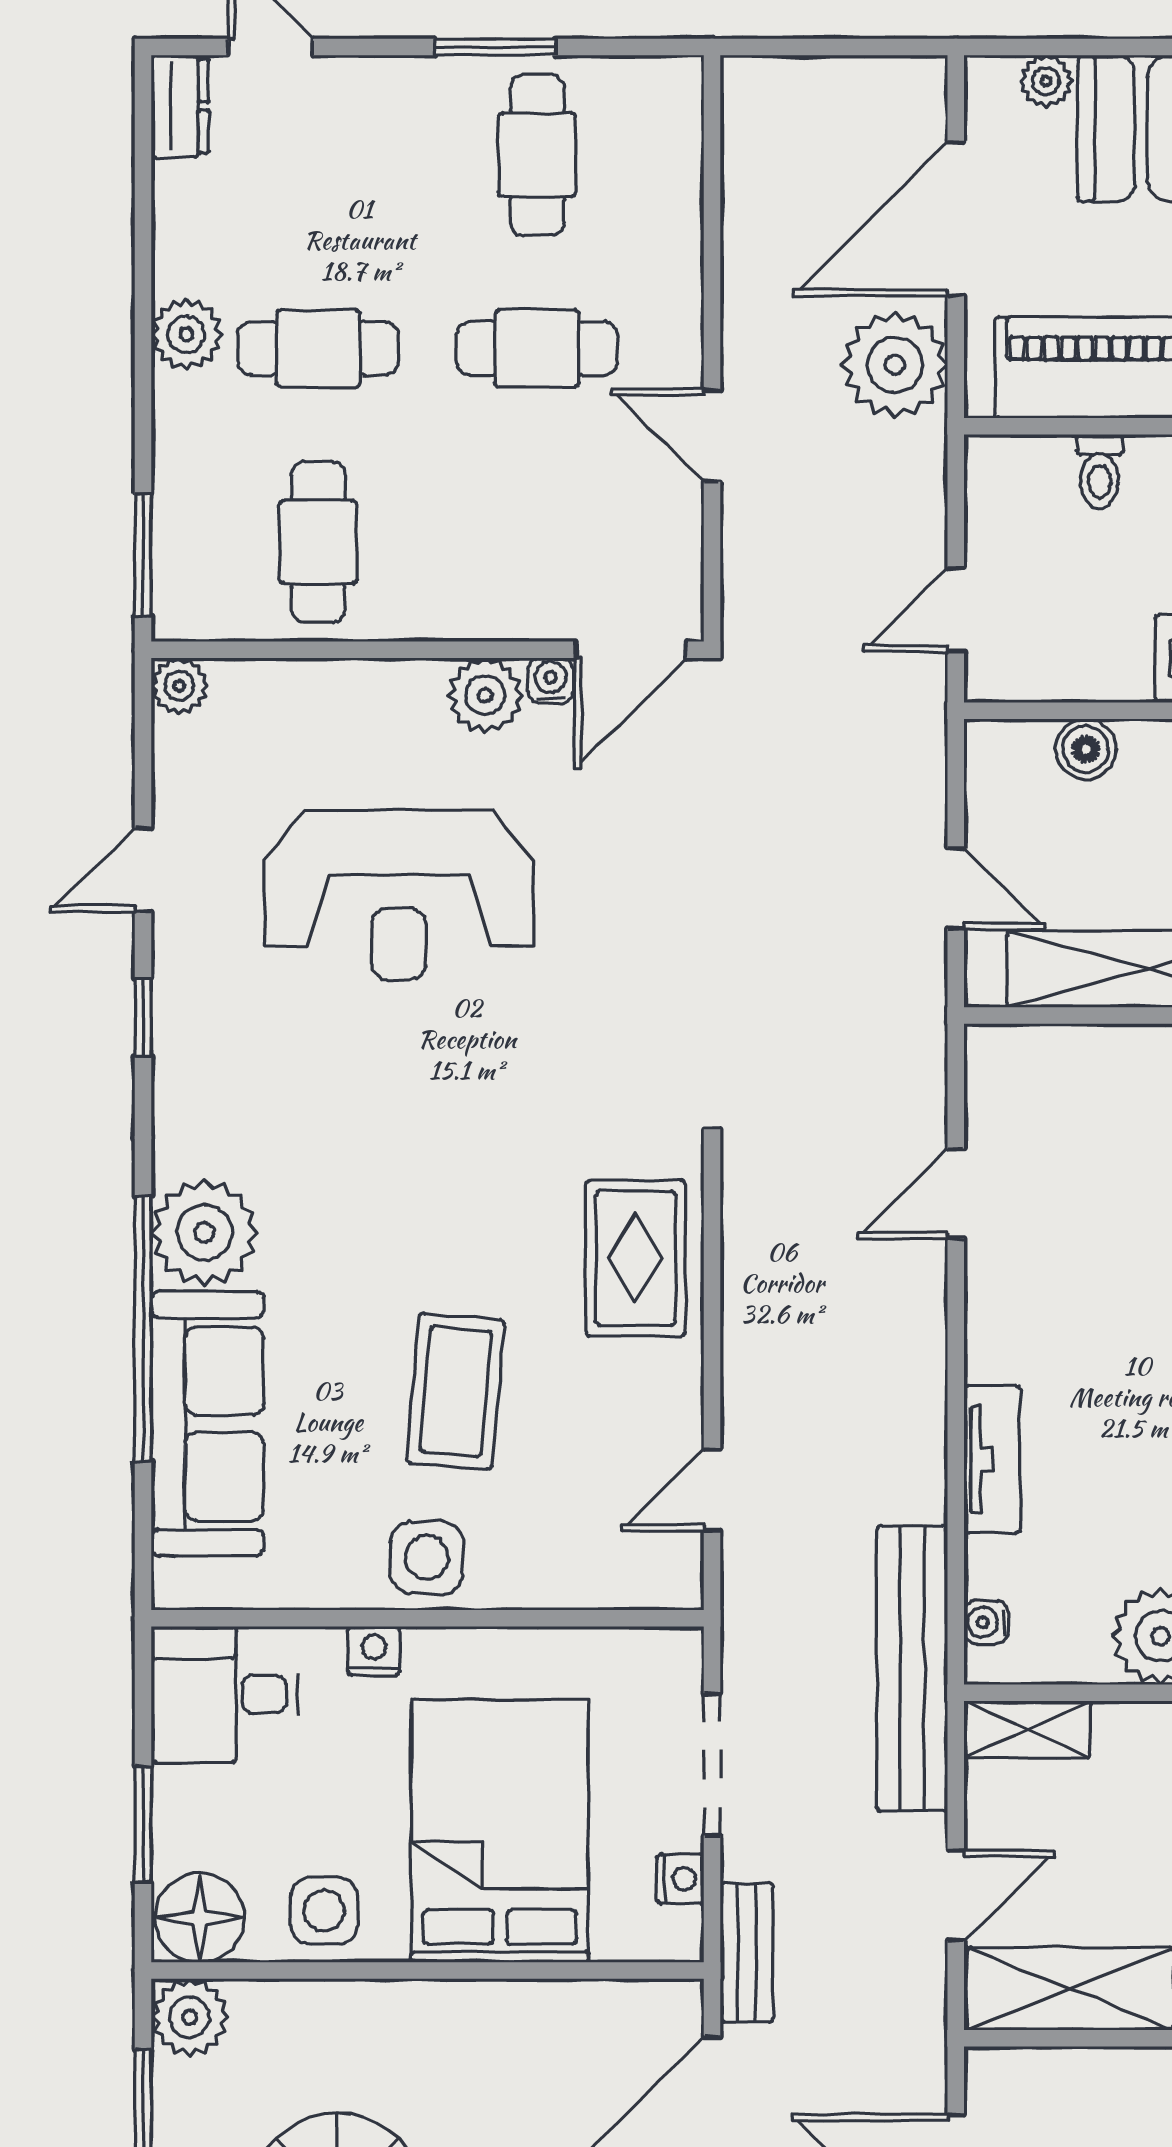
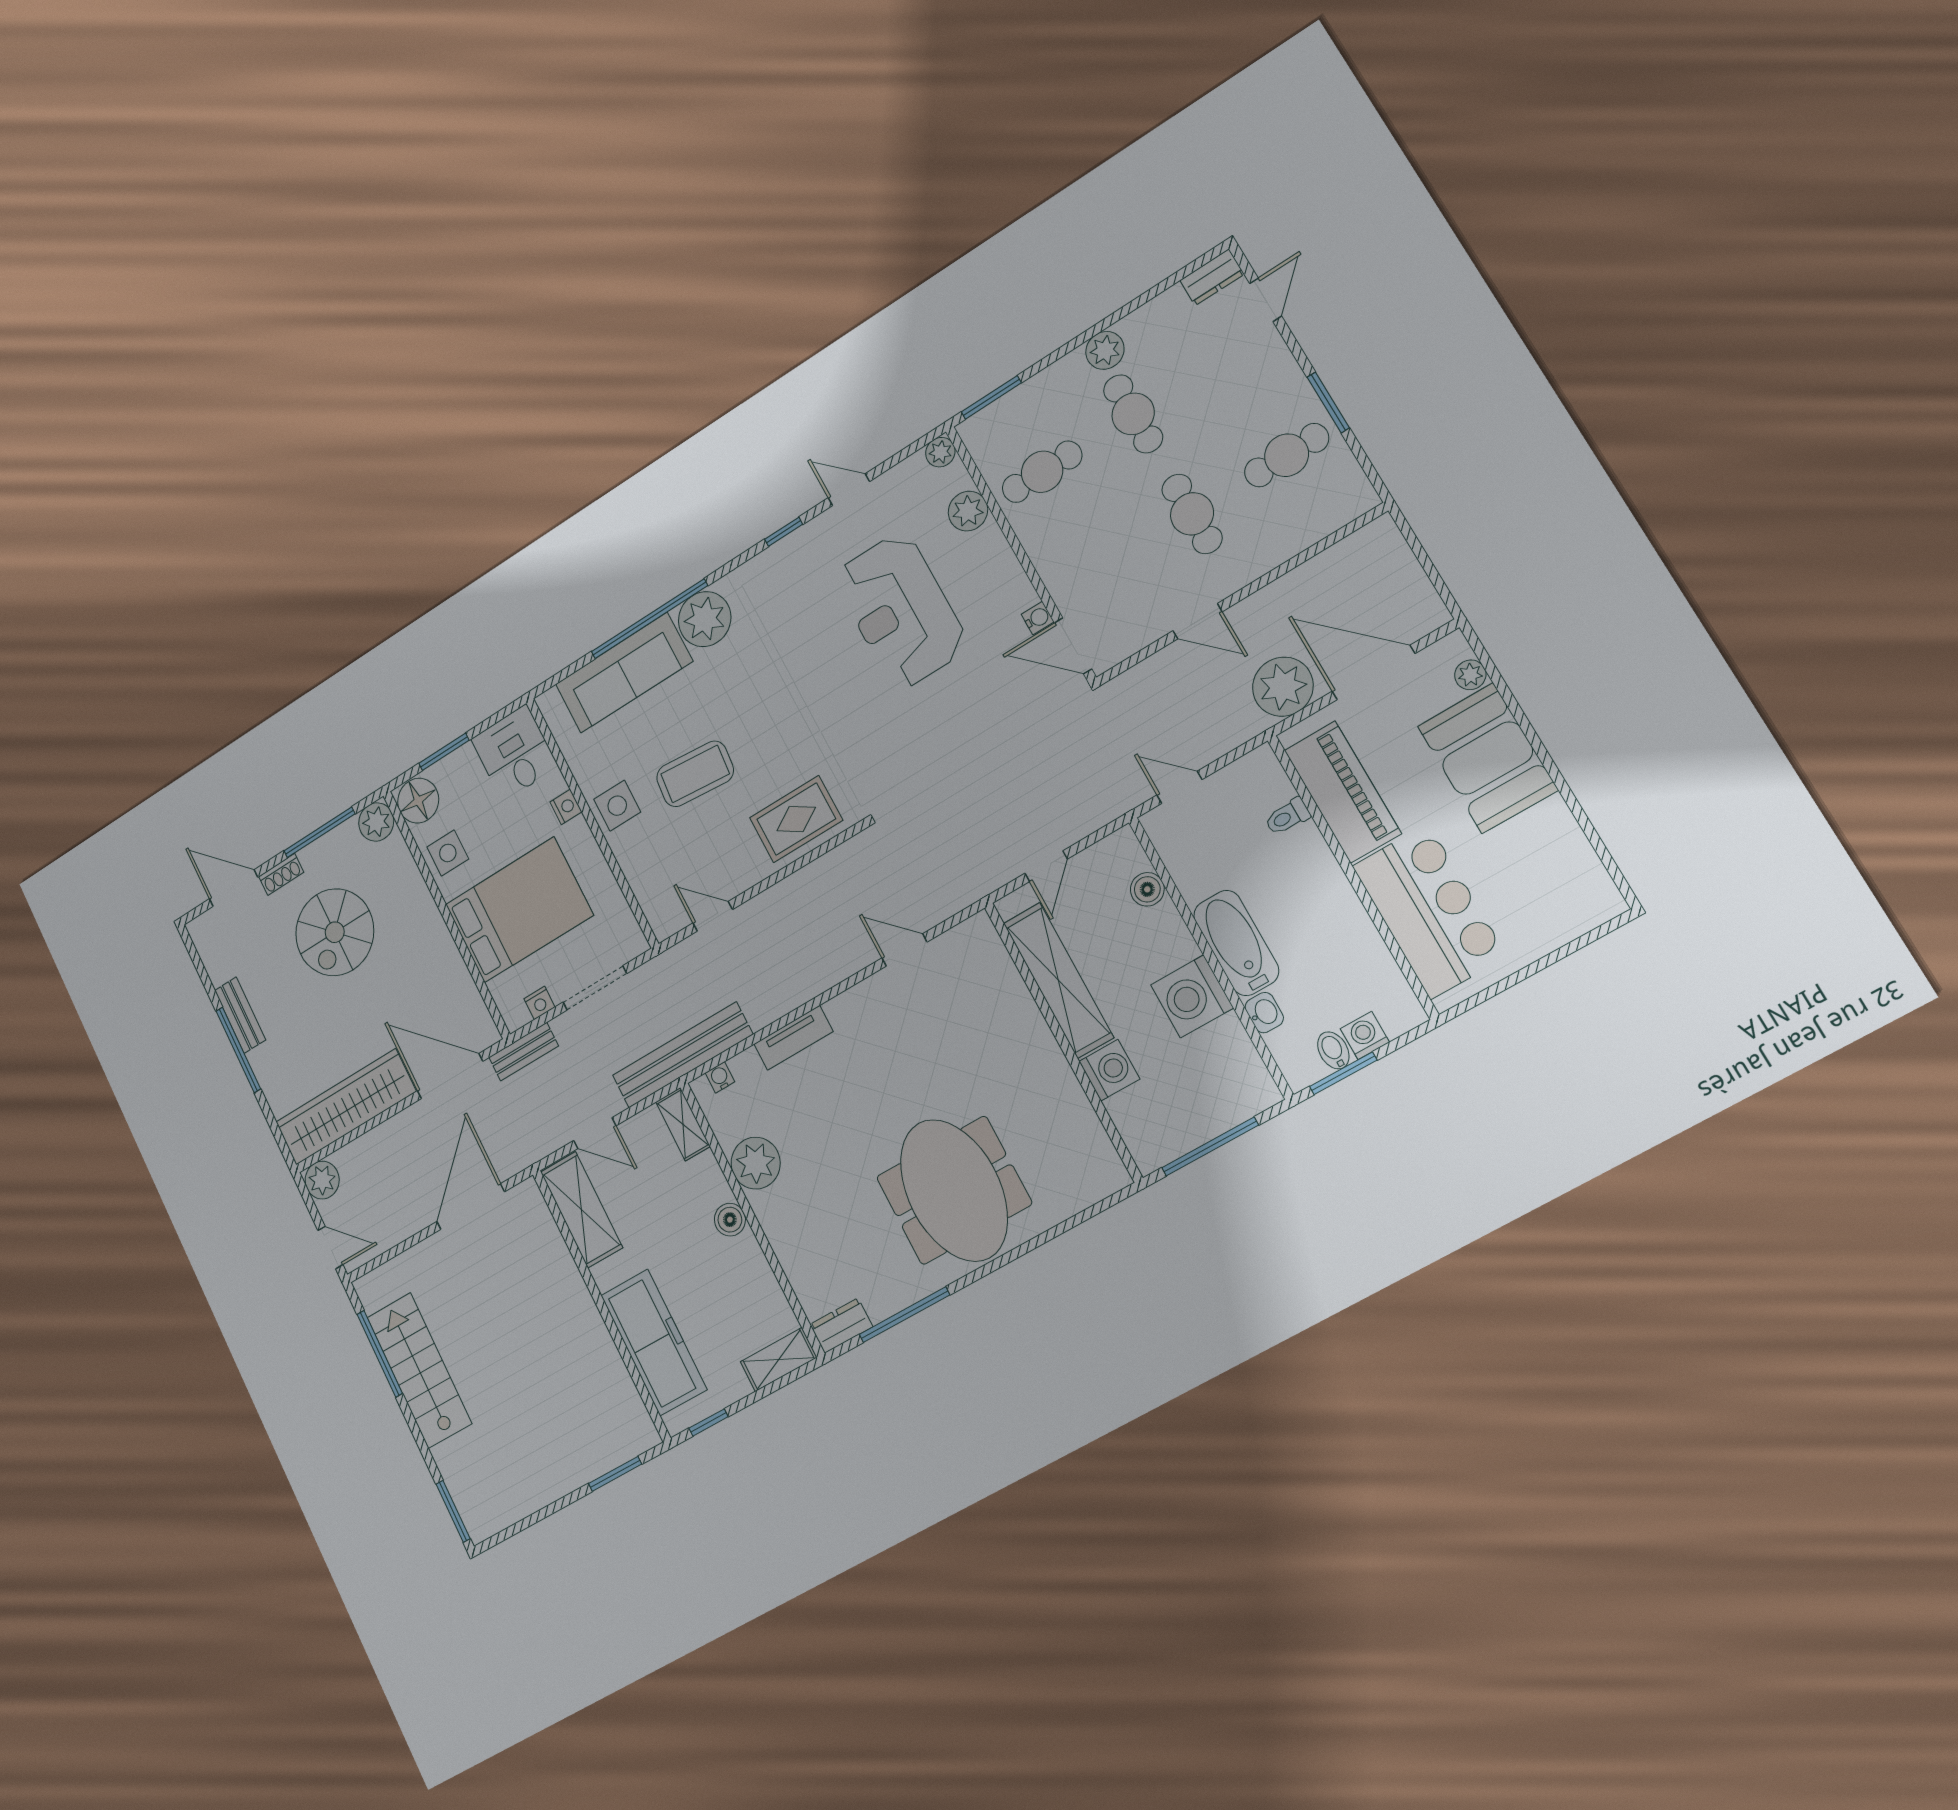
door: (712, 436) -> (1197, 621), swing flipped
plant: (485, 695) -> (968, 511), moved

